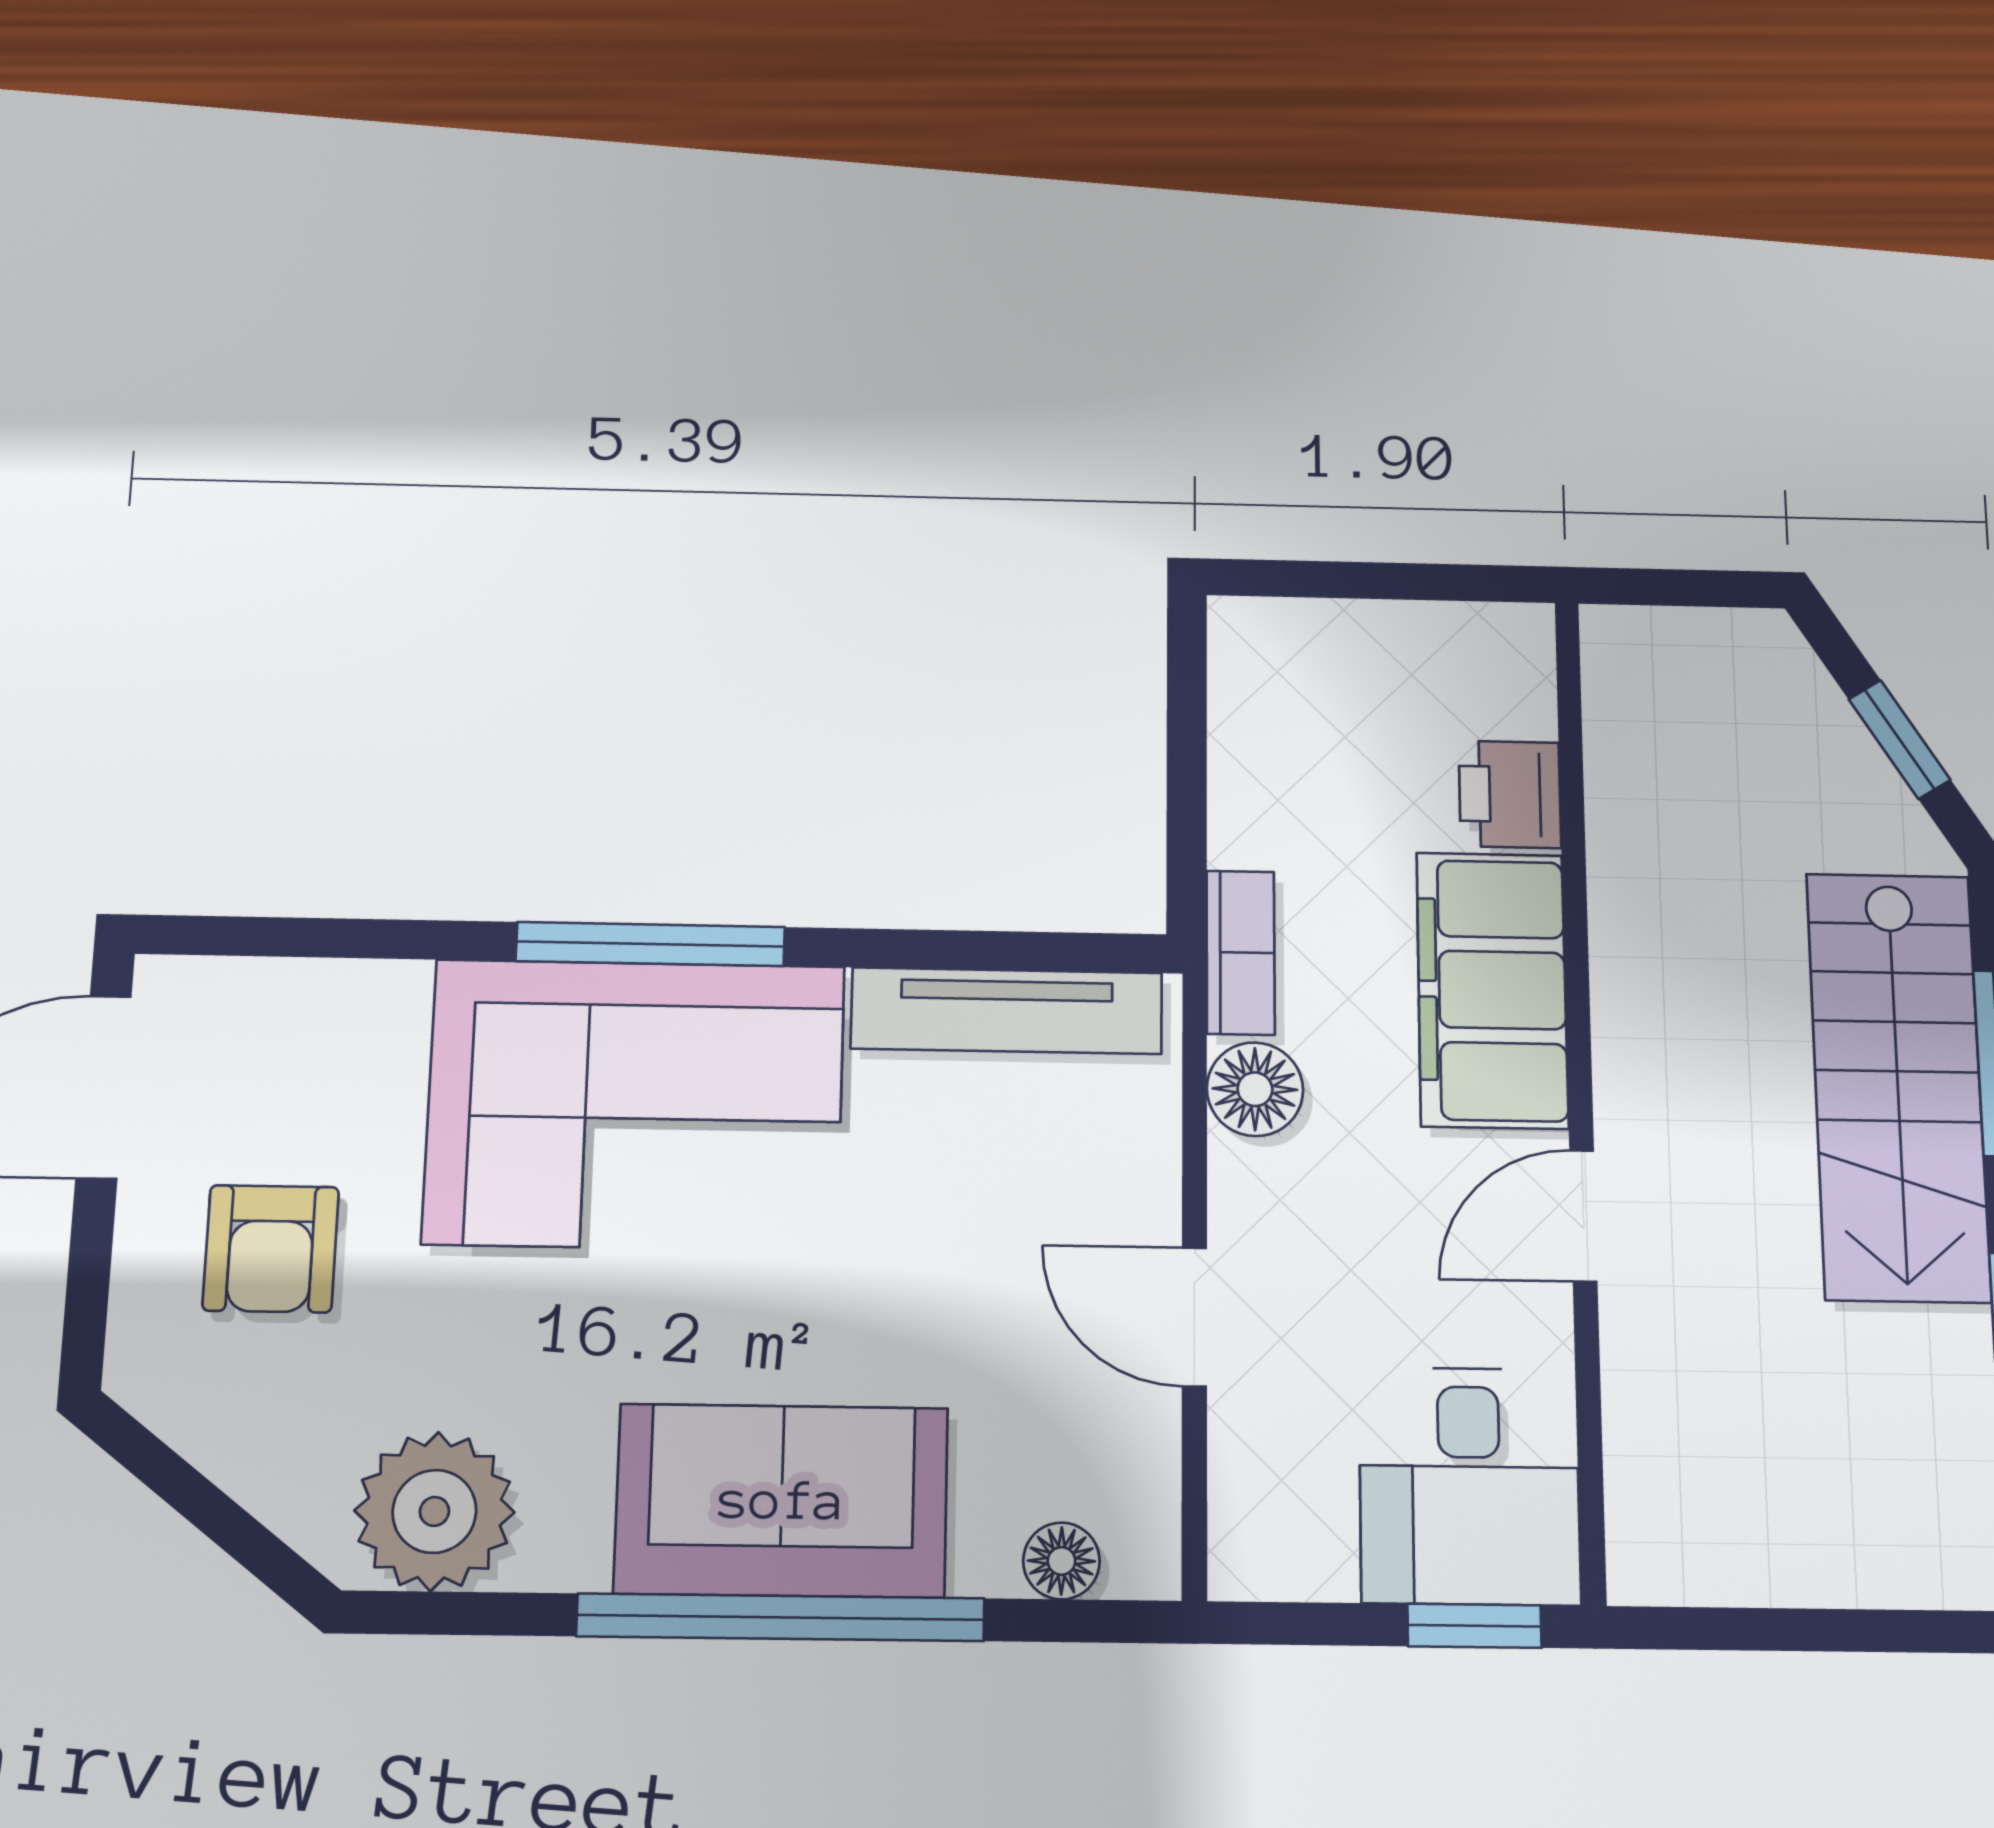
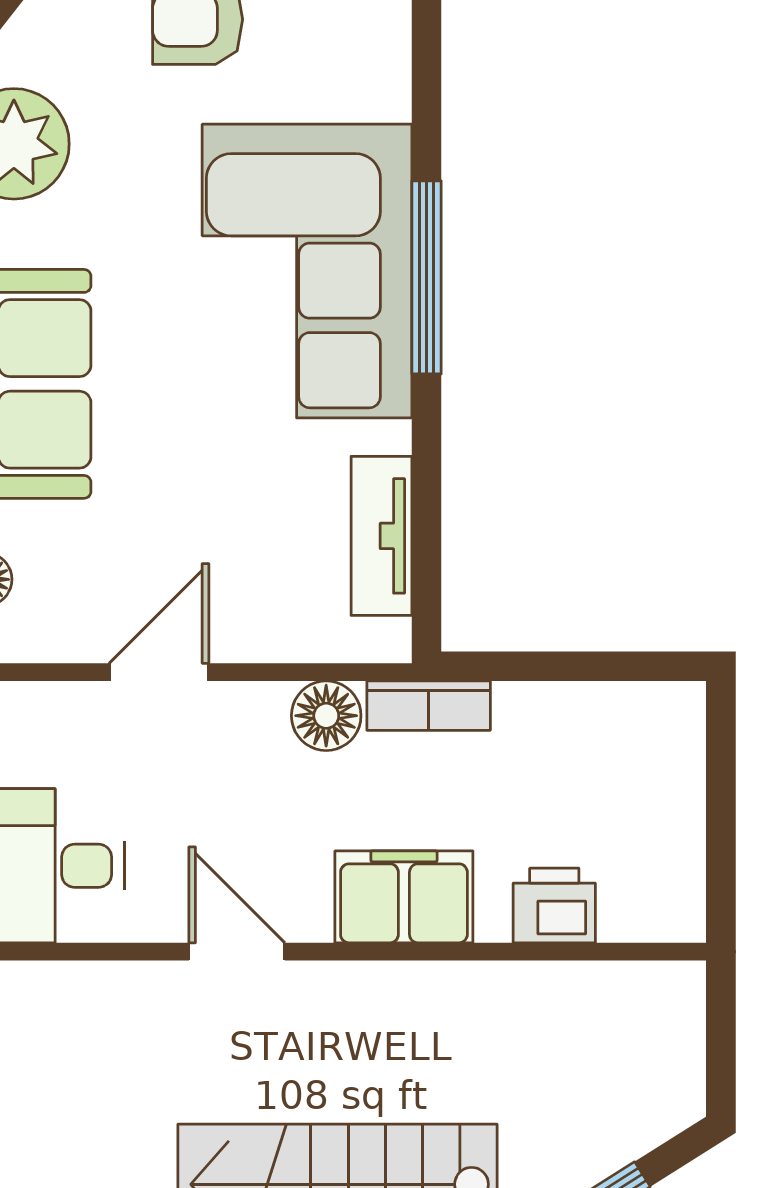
filing cabinet: (1492, 990) -> (404, 897), width x0.67, depth x0.86
tv unit: (1007, 1011) -> (381, 536), width x0.71

